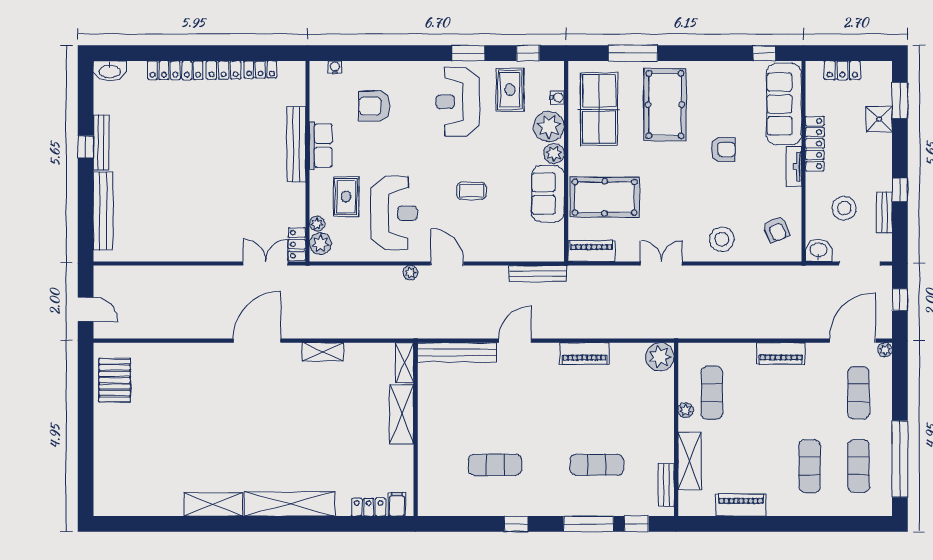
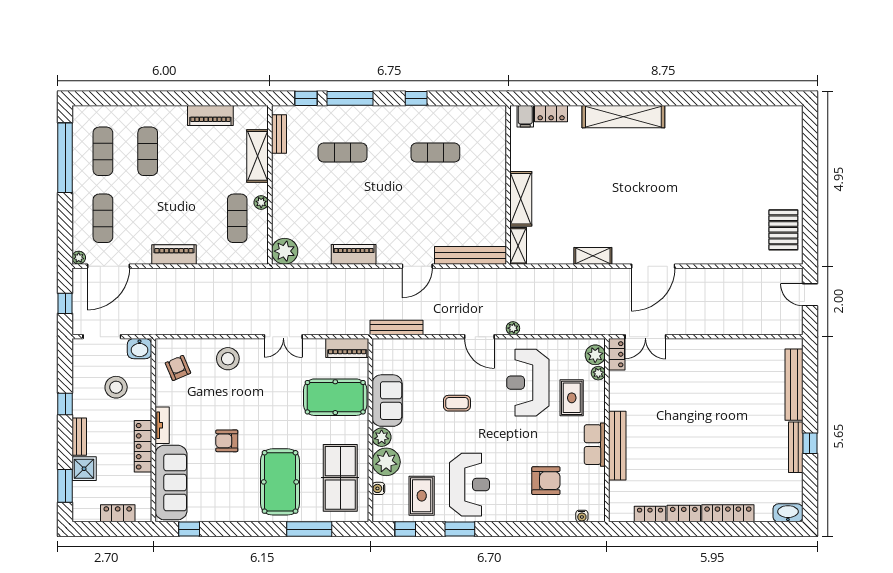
bench: (884, 212) -> (79, 437), moved
shelving: (213, 504) -> (693, 116), removed

